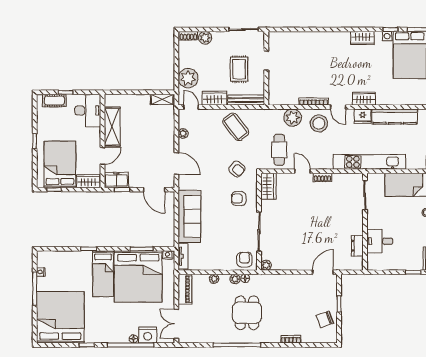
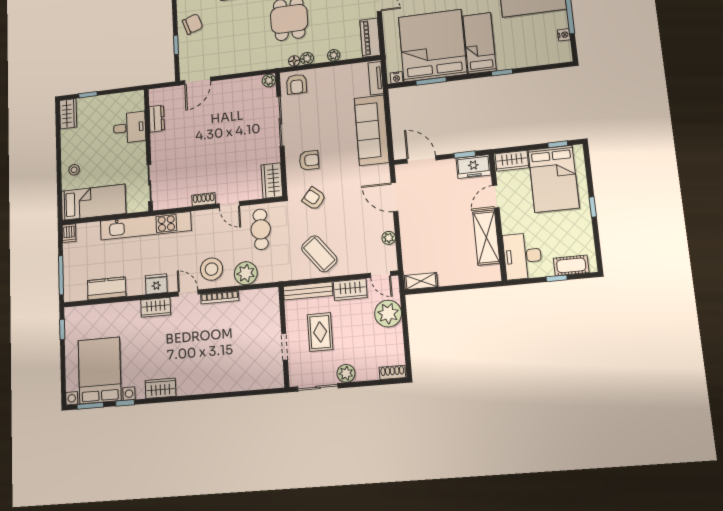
plant: (205, 38) -> (346, 373), moved
kitchen counter: (395, 116) -> (107, 288), width x0.67

